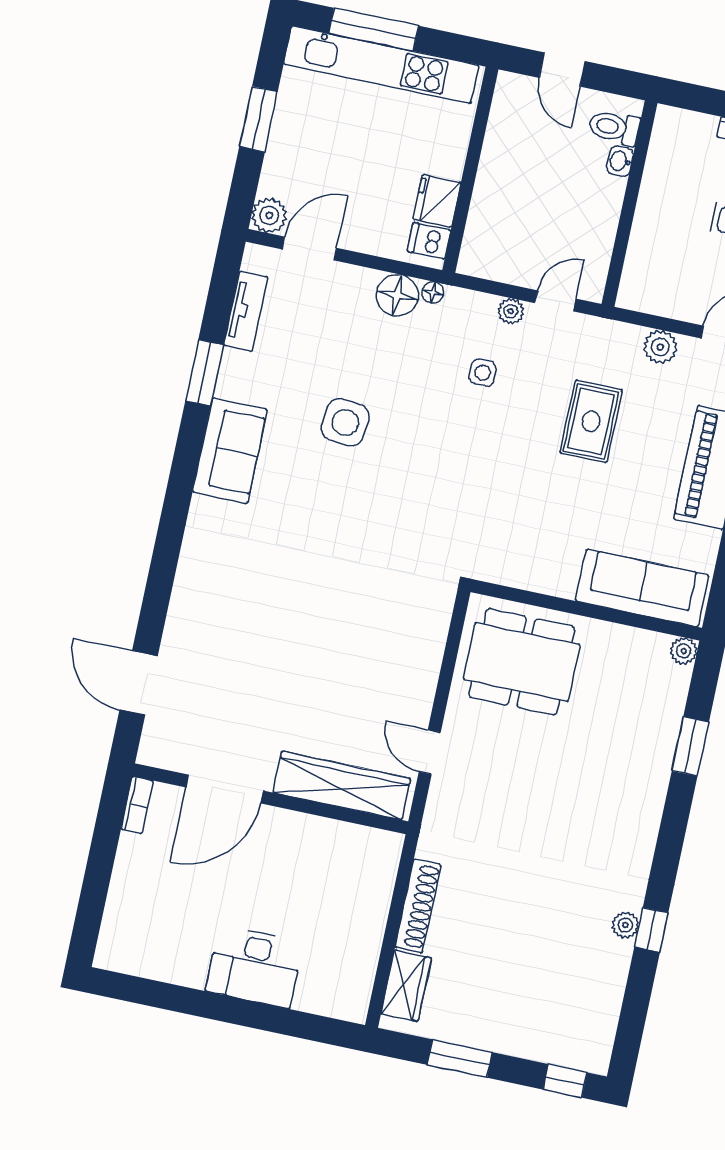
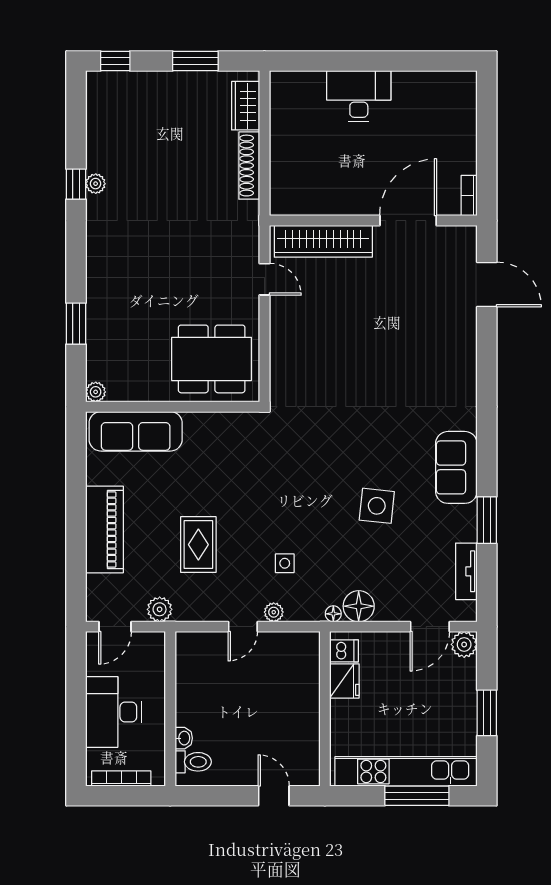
toilet: (614, 127) -> (193, 762), moved
washbasin: (620, 161) -> (184, 738), moved
wall: (630, 204) -> (170, 709), moved

